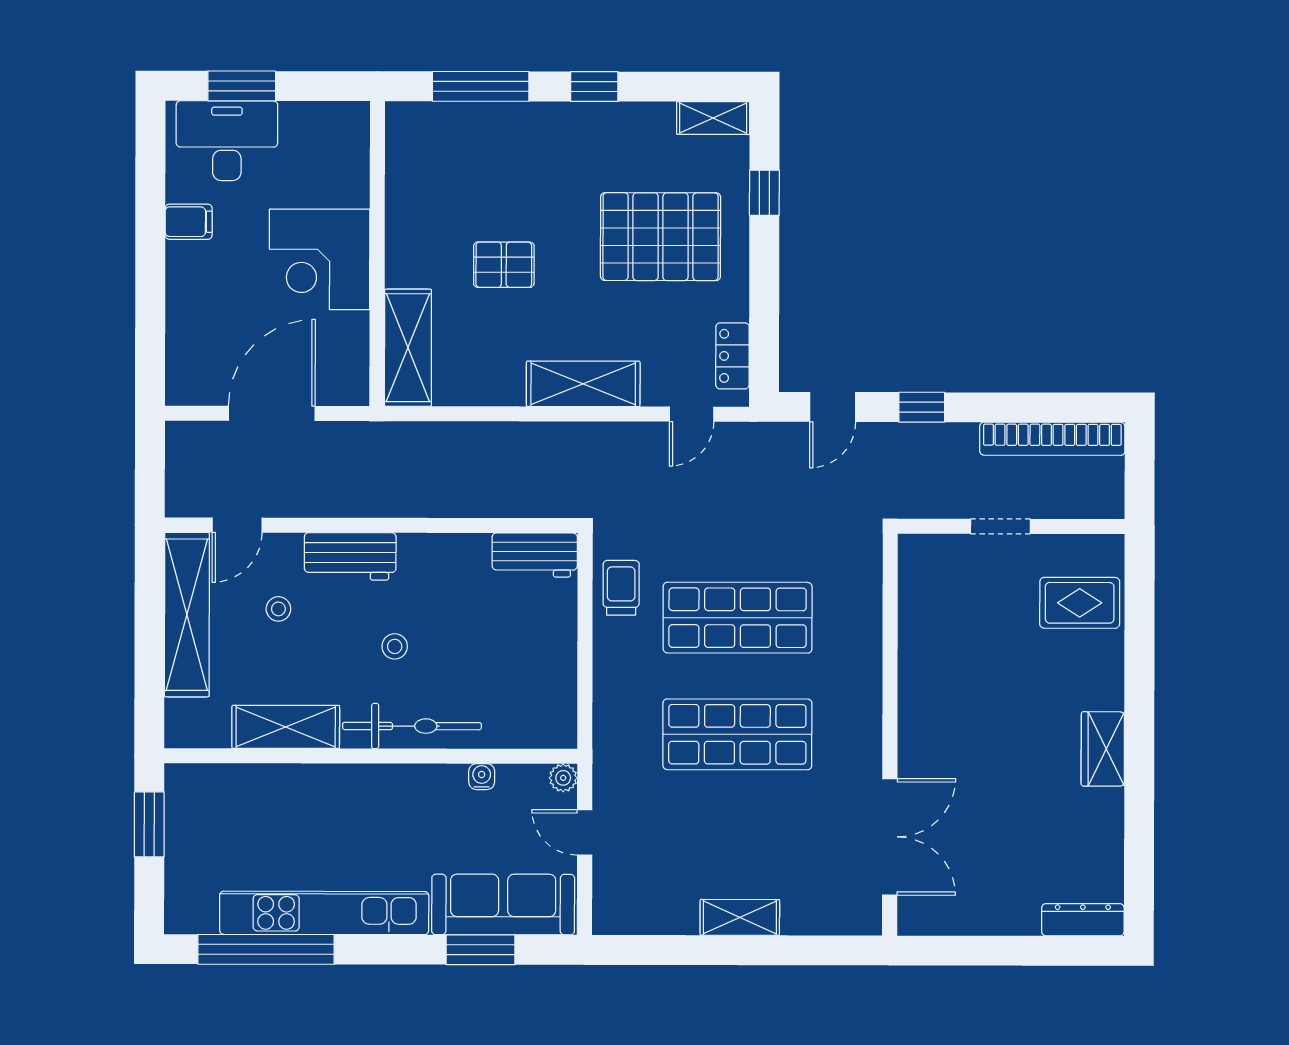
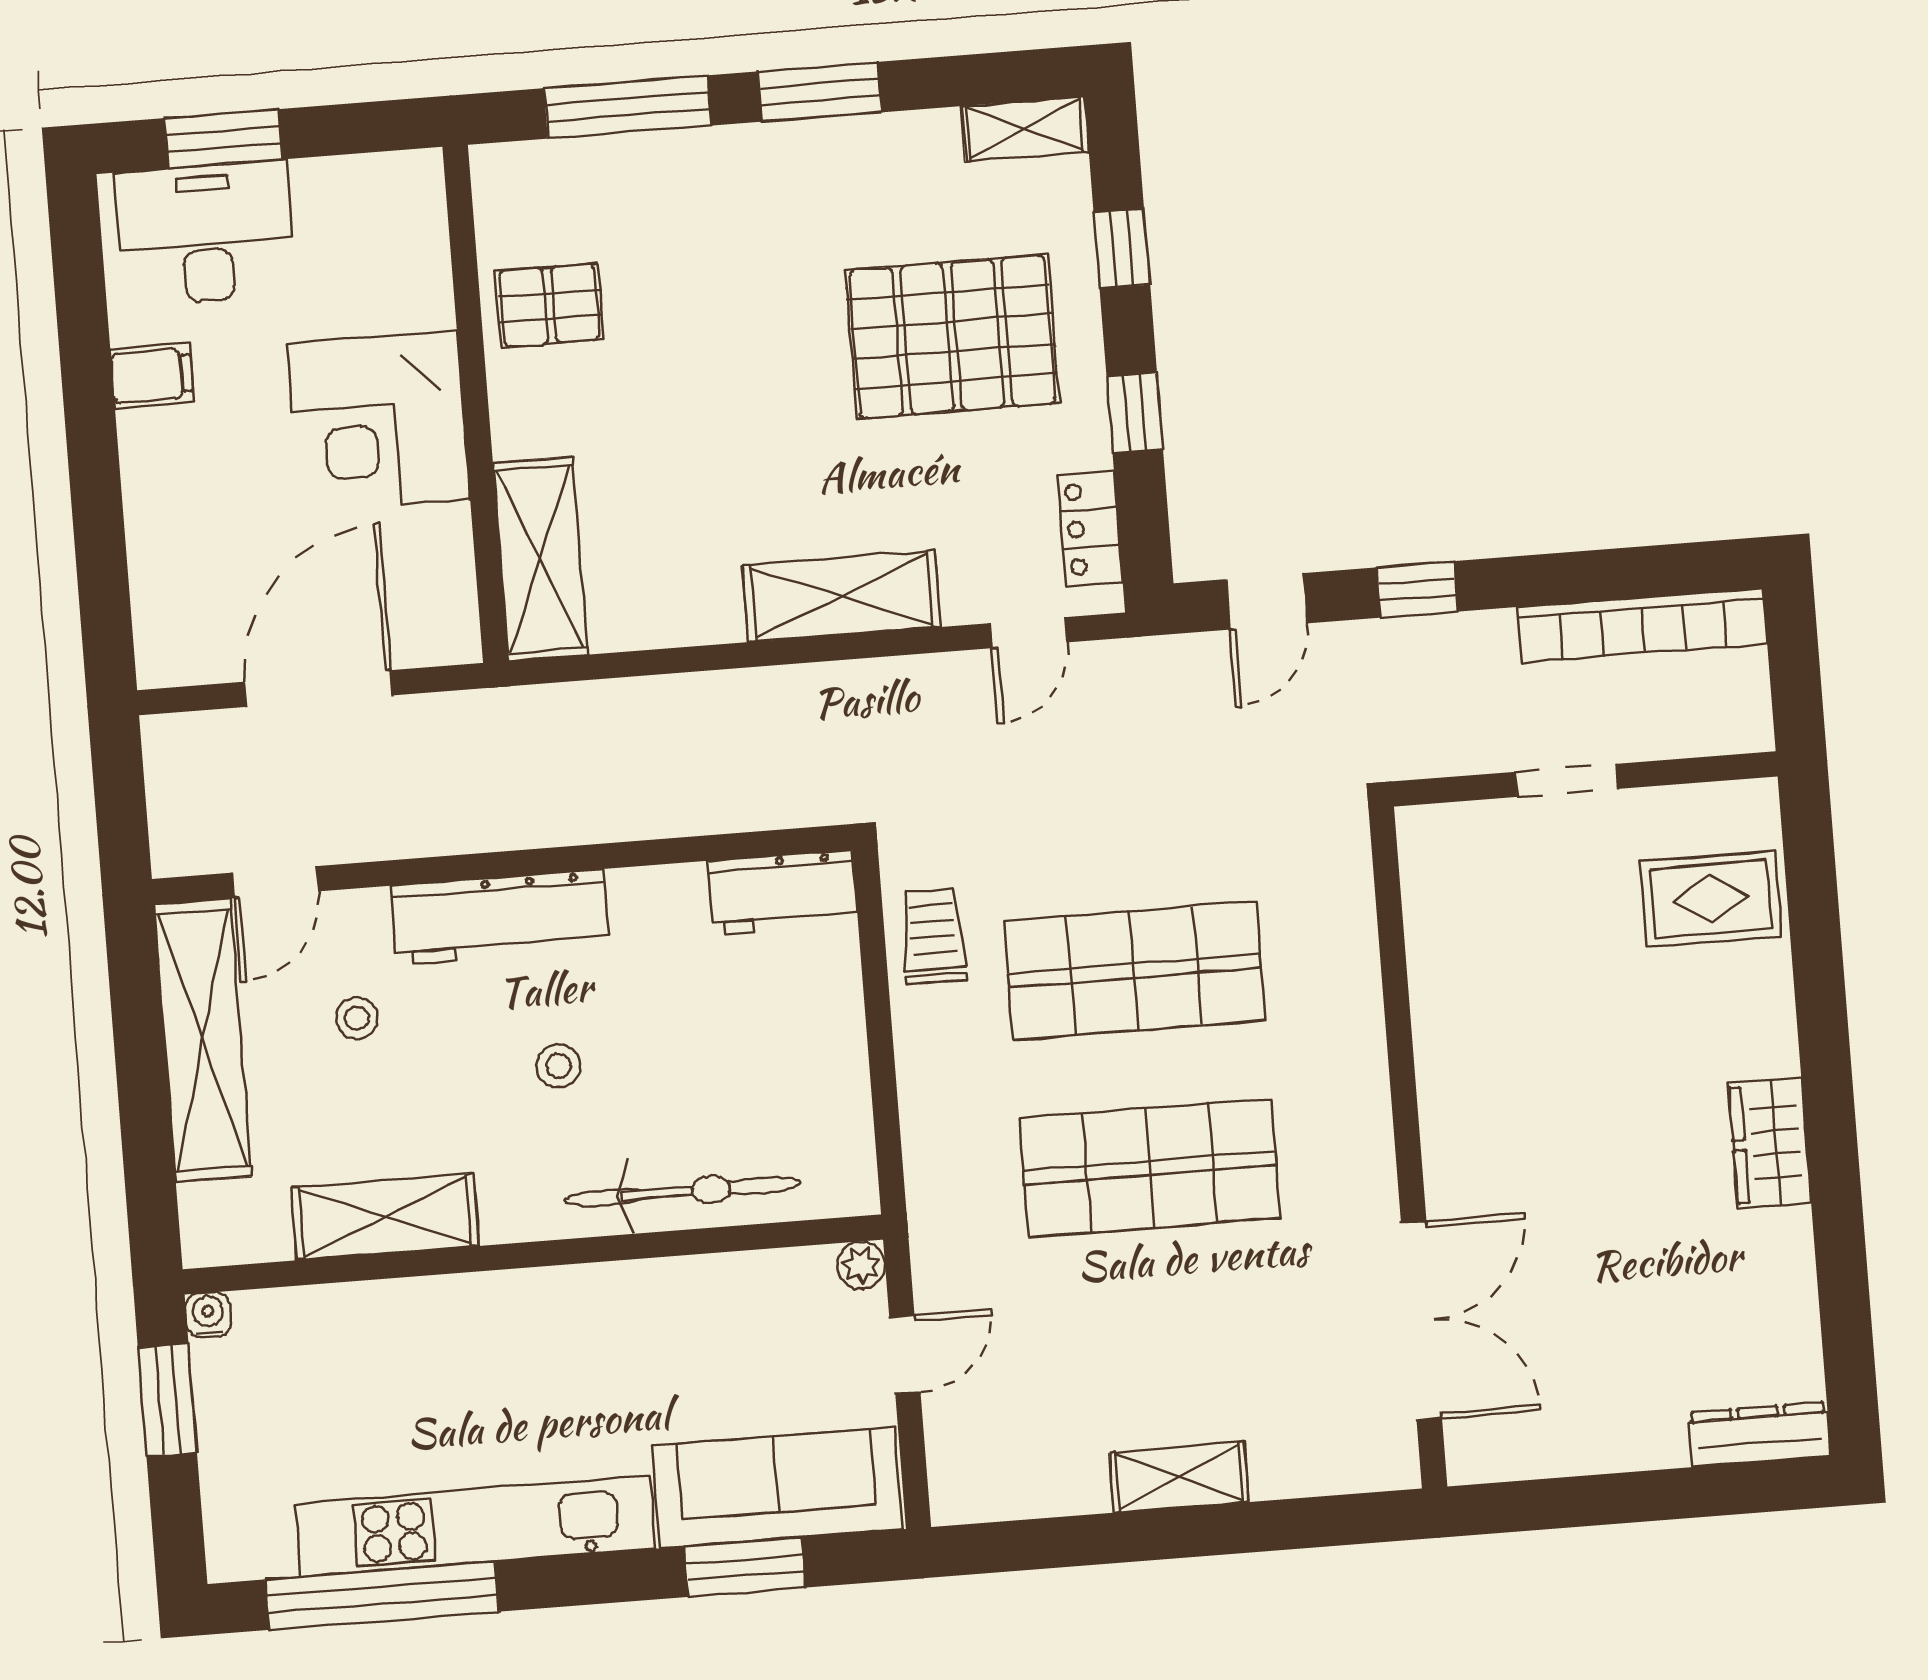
window: (594, 87) -> (820, 92), width x1.50
pallet: (504, 265) -> (549, 305), moved
window: (764, 290) -> (1135, 413), added
workbench: (350, 556) -> (500, 917), width x1.38
bicycle: (412, 726) -> (683, 1192), moved
water cooler: (482, 777) -> (208, 1315), moved
door: (585, 832) -> (905, 1354), swing flipped

